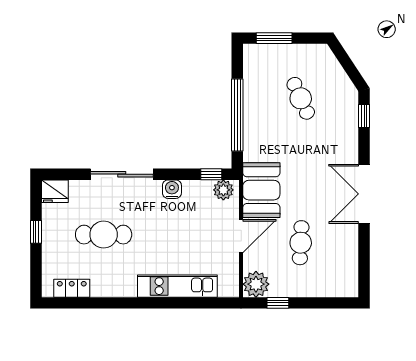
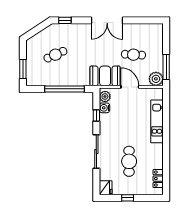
window: (211, 174) -> (96, 116), moved
water cooler: (172, 189) -> (105, 108), moved
window: (278, 303) -> (166, 67), width x2.17

